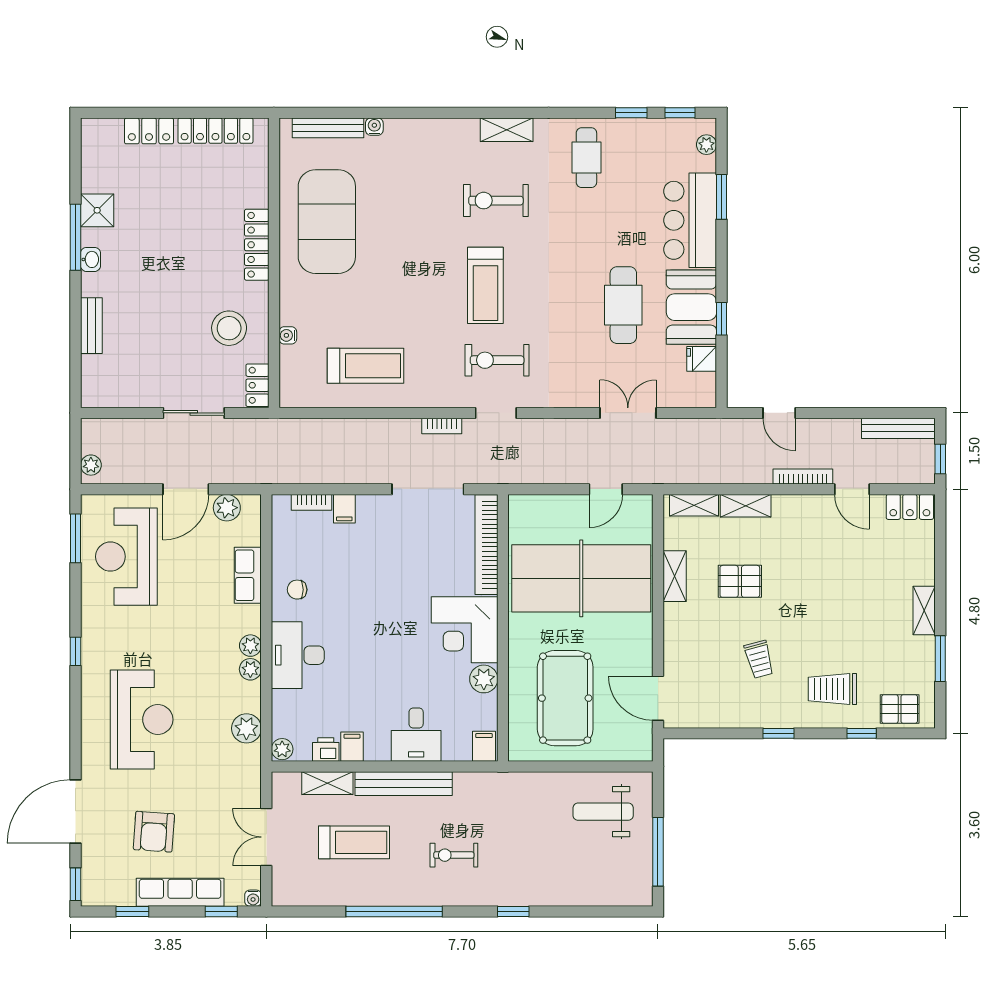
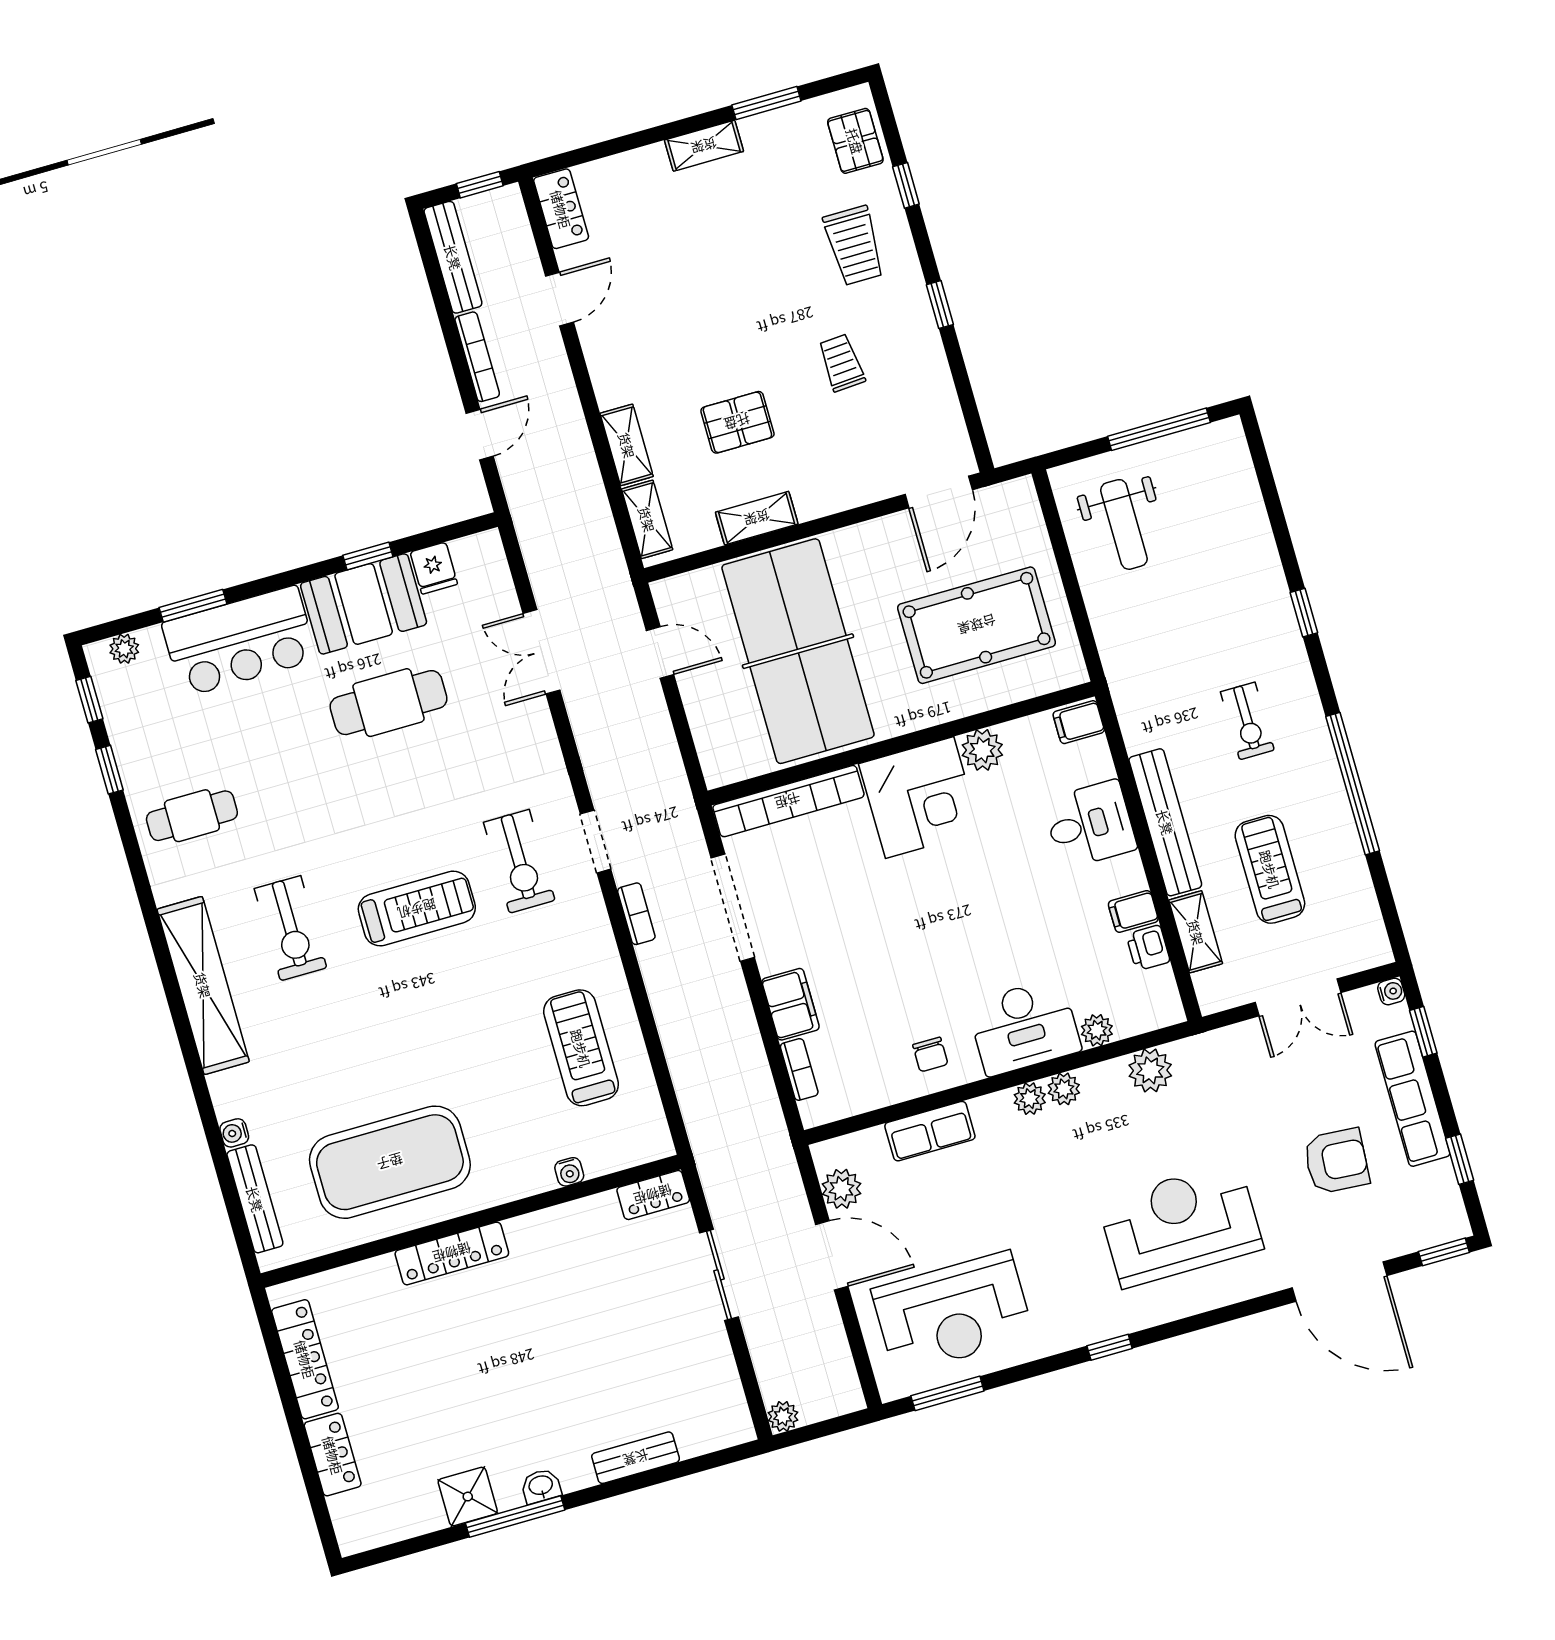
shelving: (507, 130) -> (203, 985), width x2.20, depth x1.33
stool: (229, 328) -> (583, 1259), removed
plant: (91, 465) -> (783, 1416), moved
bookcase: (803, 477) -> (477, 357), moved, turned 180
filing cabinet: (344, 509) -> (791, 1004), width x2.00
pallet: (740, 581) -> (737, 422), turned 90
trolley: (759, 659) -> (841, 363), turned -79
plant: (282, 749) -> (1097, 1030), moved

